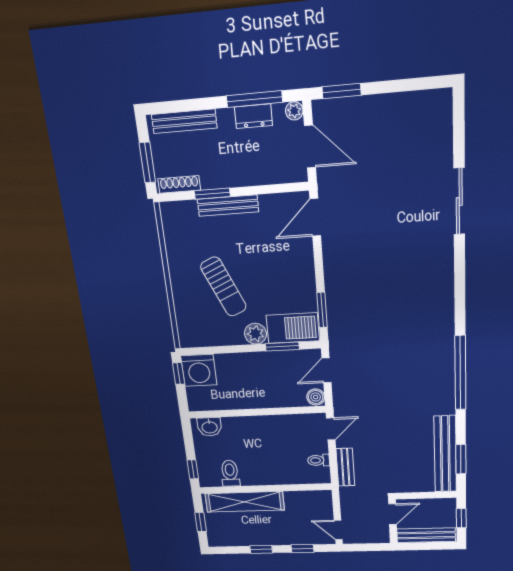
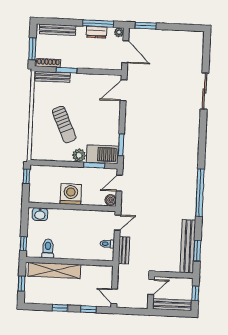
bench: (228, 206) -> (53, 77), moved
washing machine: (199, 370) -> (71, 194), moved, turned 180

